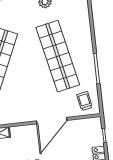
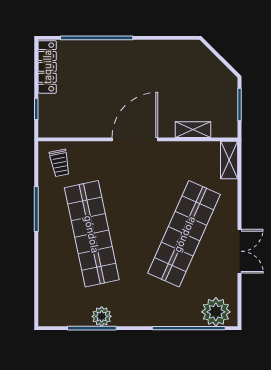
door: (52, 121) -> (135, 139), moved

